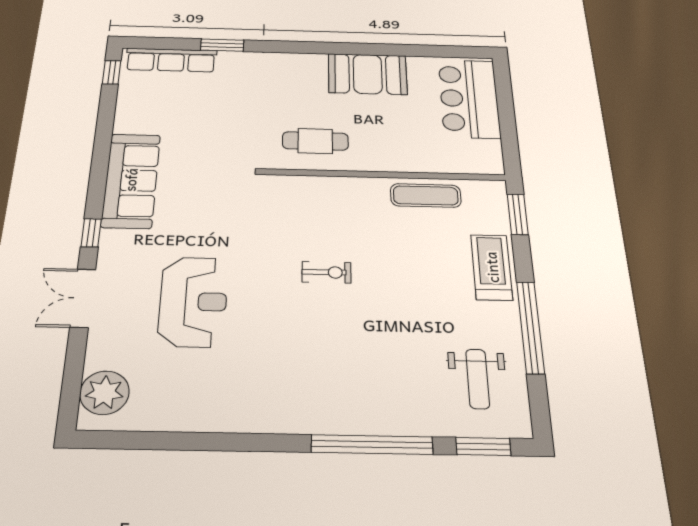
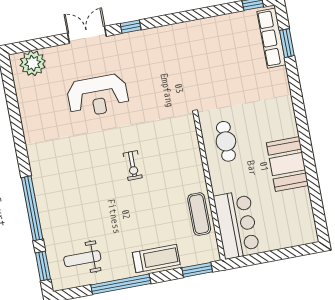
window: (222, 45) -> (287, 43), moved
bar counter: (469, 98) -> (237, 225), moved, turned 90
sofa: (131, 180) -> (172, 39), removed

